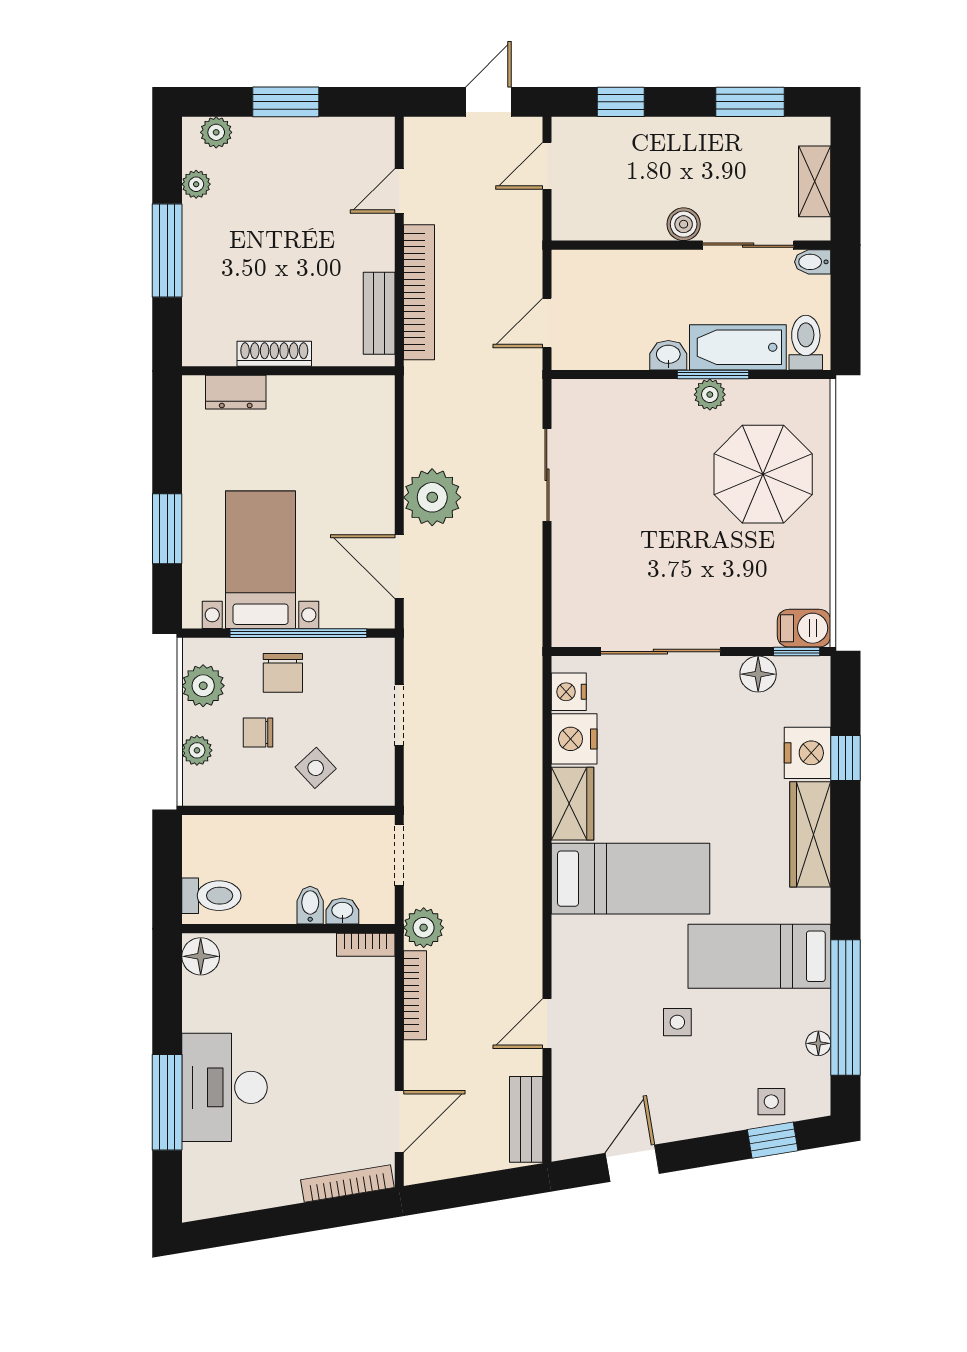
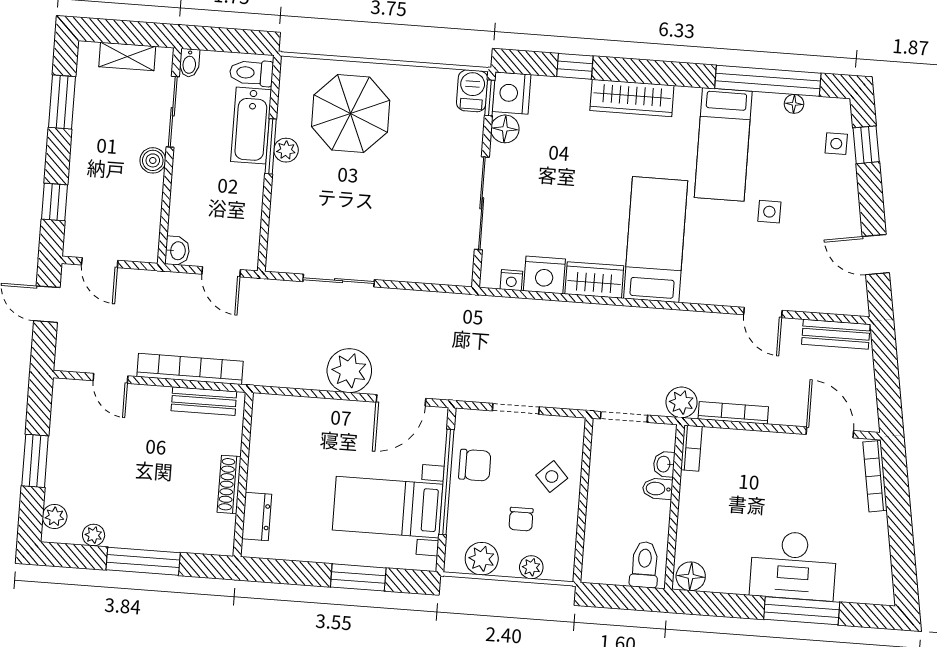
washbasin: (668, 355) -> (177, 251), moved, turned 180
chair: (283, 673) -> (475, 465), moved
nightstand: (569, 692) -> (511, 280), width x0.72, depth x0.74
nightstand: (808, 753) -> (512, 93), moved, turned -90

